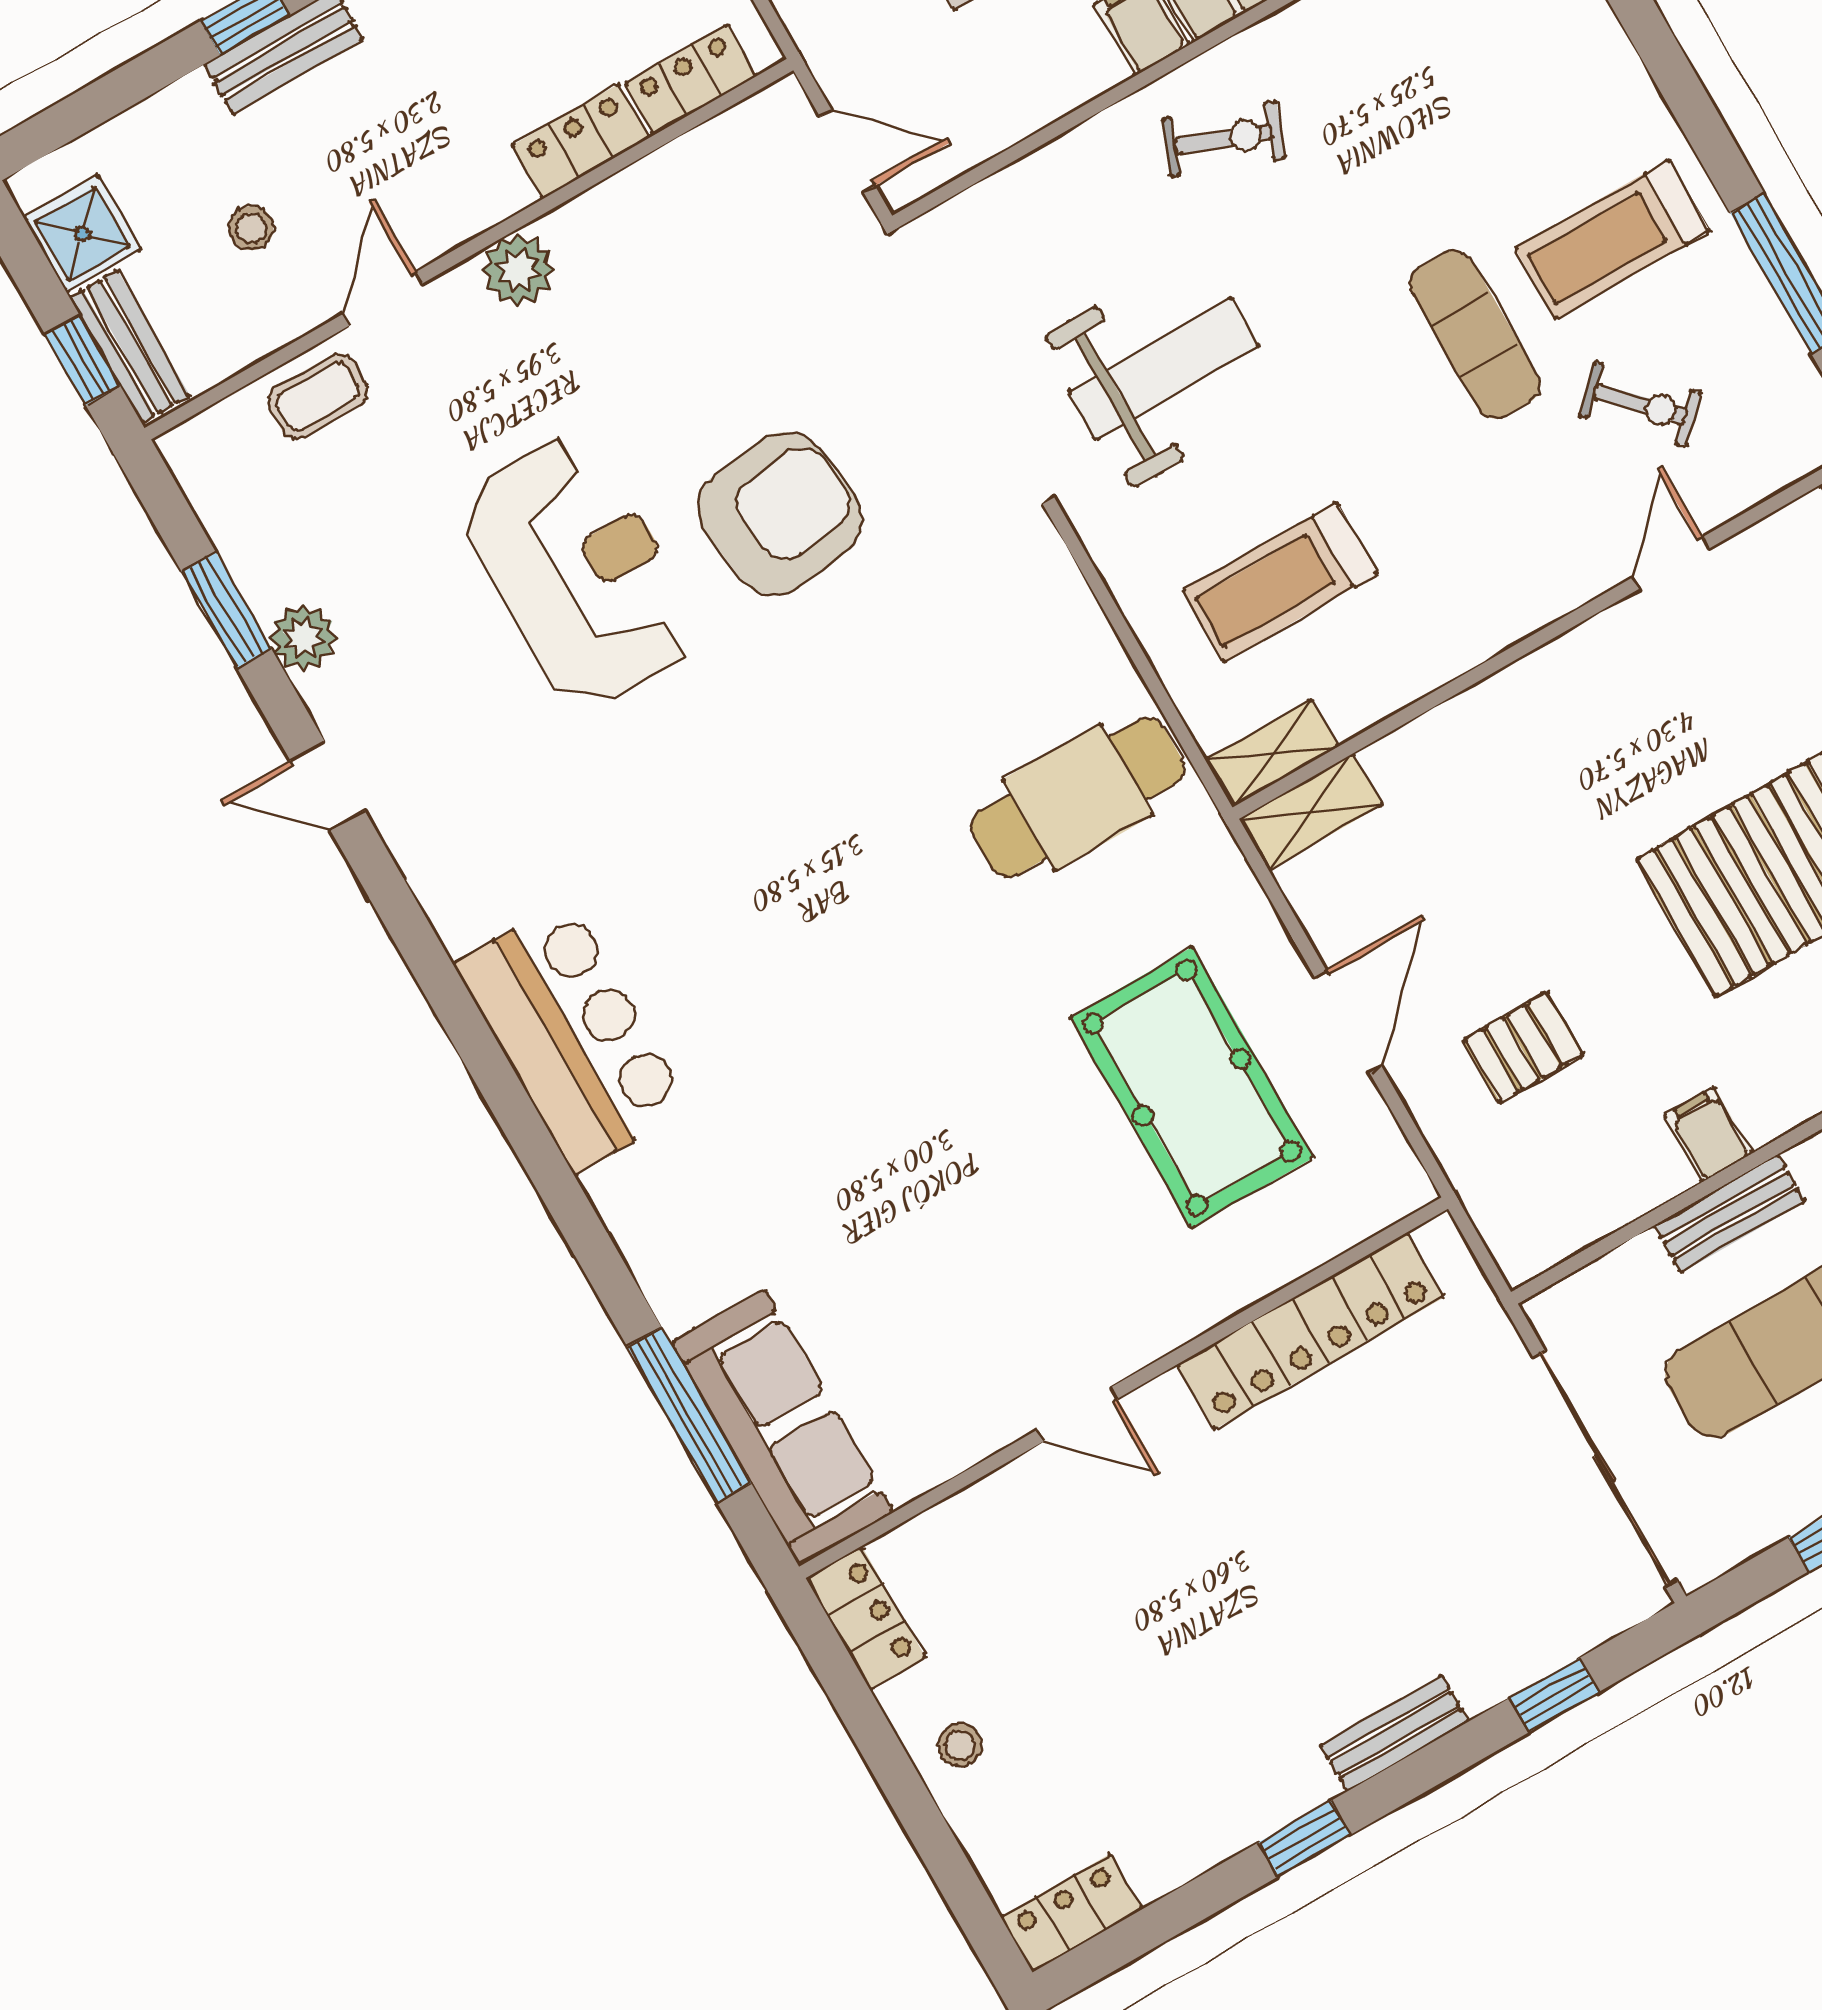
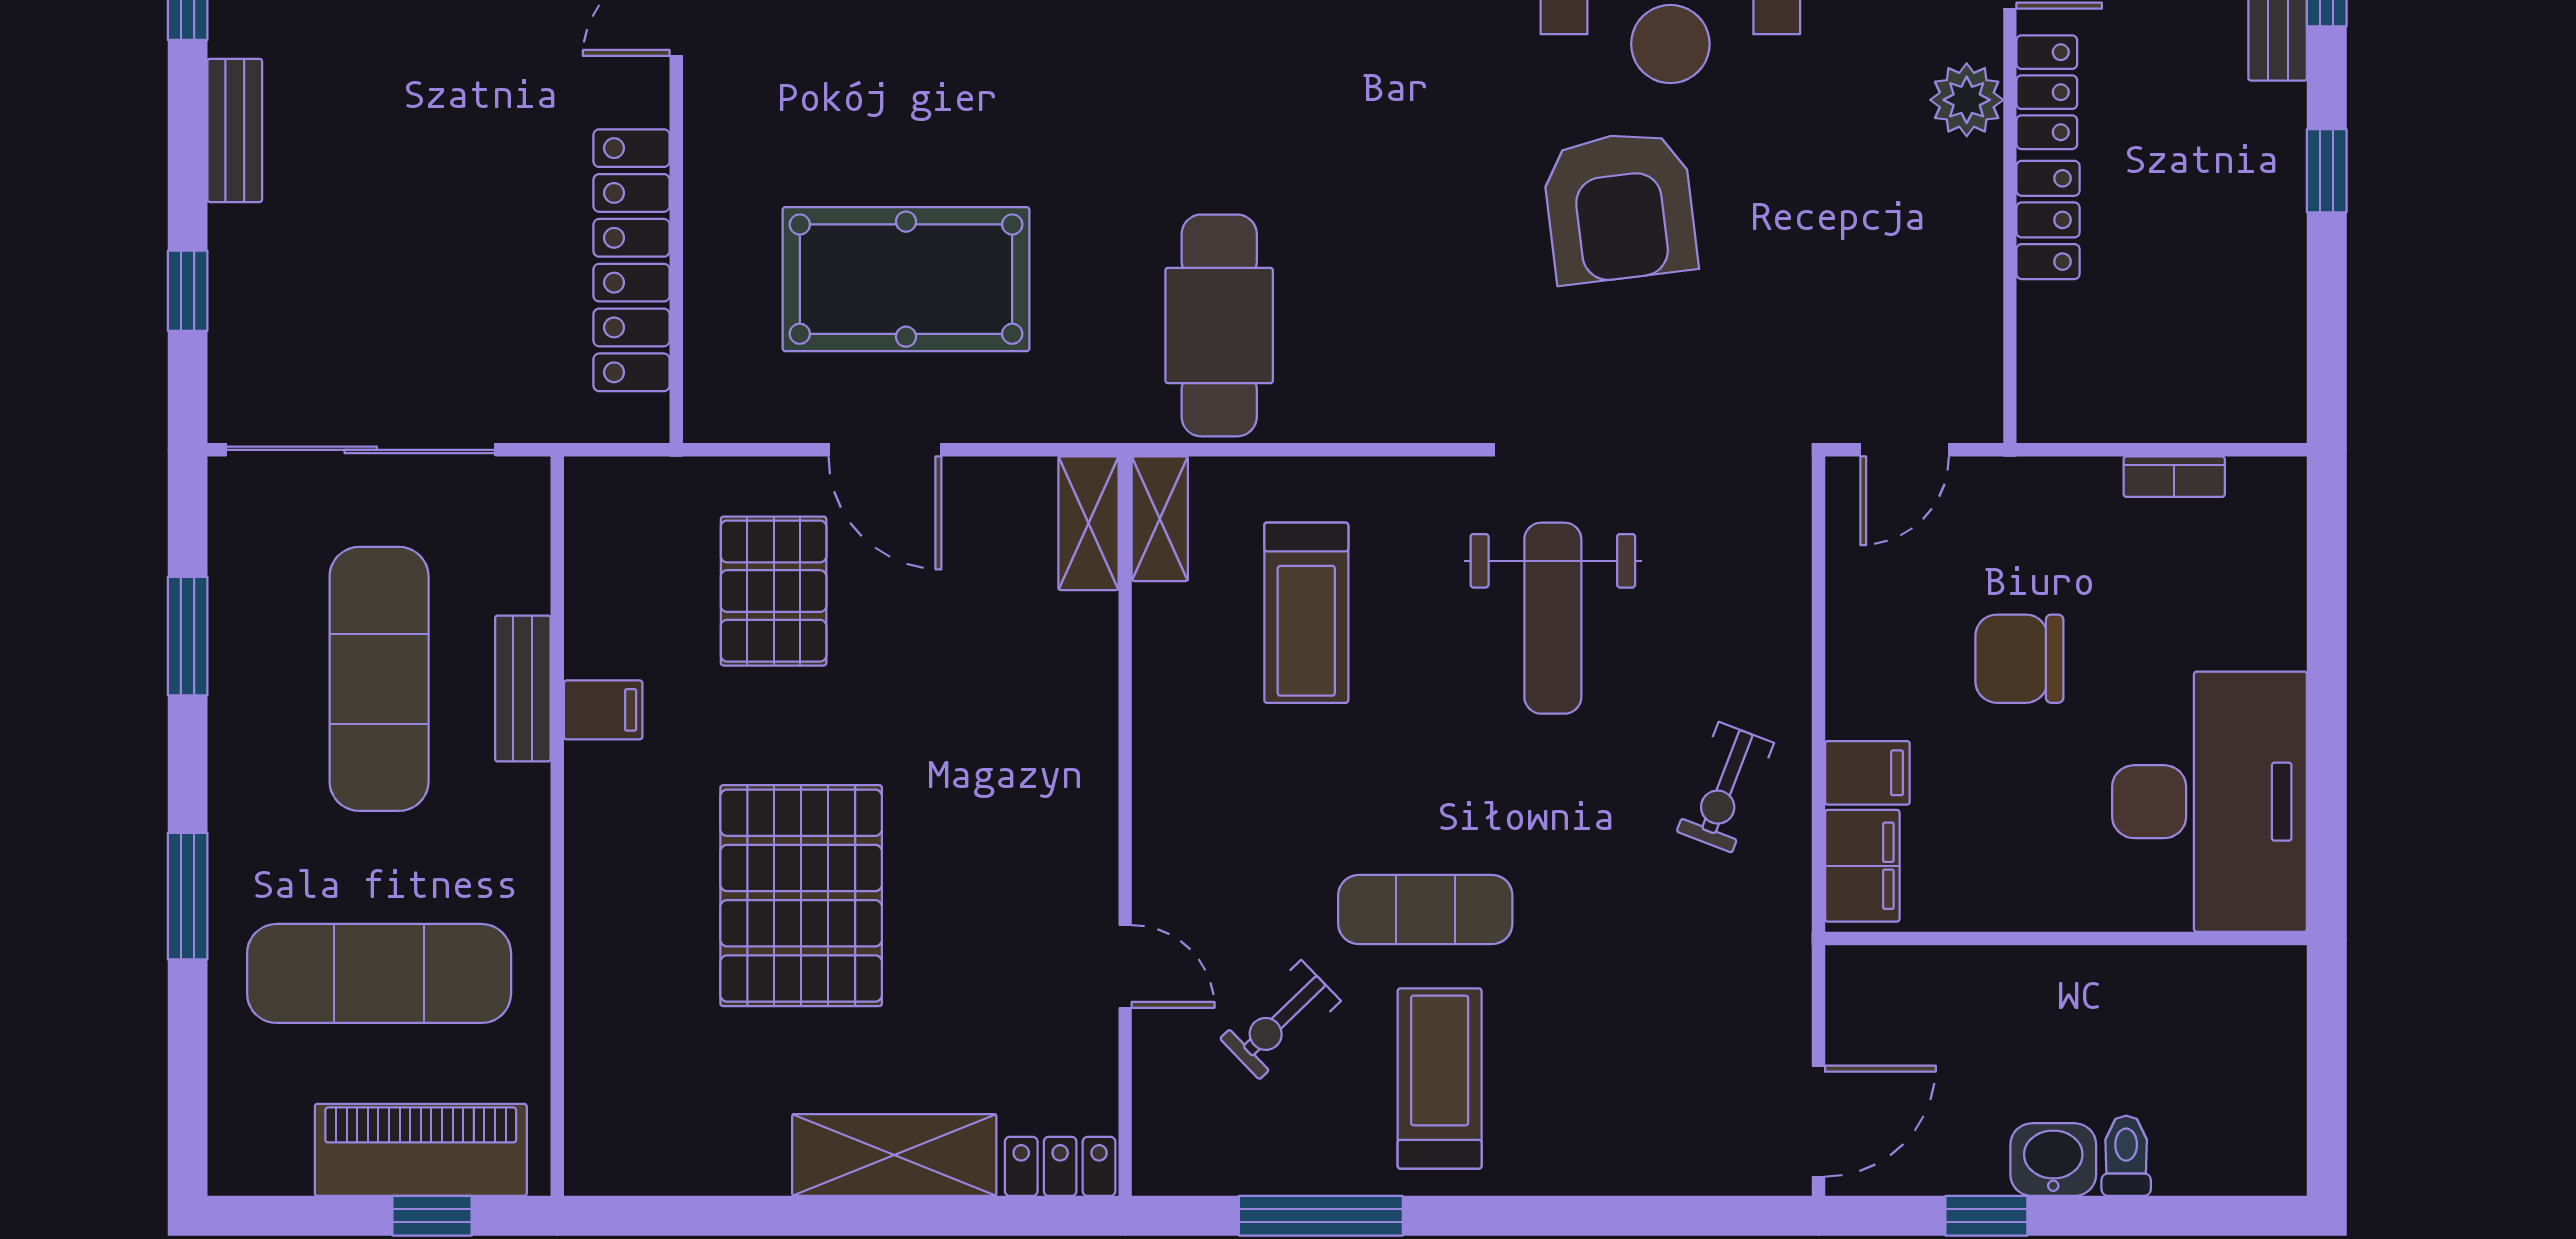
locker: (690, 80) -> (2047, 92), moved
treadmill: (1280, 582) -> (1306, 613), turned 180
pallet: (1523, 1047) -> (774, 591), width x1.50, depth x1.42

